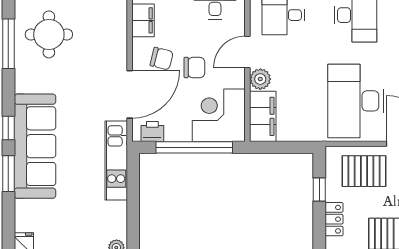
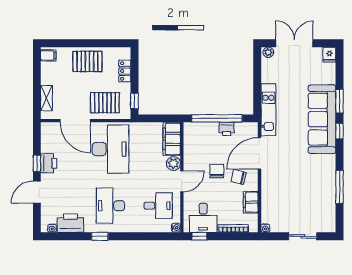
round table: (49, 34) -> (313, 193), removed
chair: (194, 68) -> (217, 171), turned 90
corner desk: (219, 115) -> (201, 140), removed
printer: (152, 131) -> (227, 129), moved
window: (319, 190) -> (134, 101), moved

